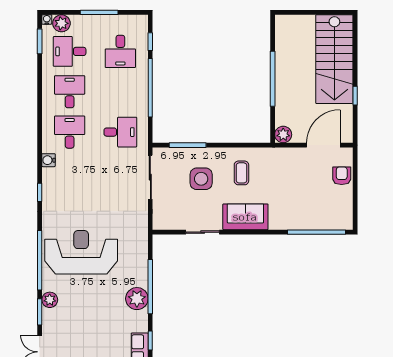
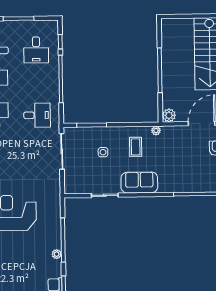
plant: (267, 153) -> (156, 131), added
side table: (201, 179) -> (103, 152), width x0.54, depth x0.54
plant: (137, 299) -> (57, 254), width x0.53, depth x0.53

